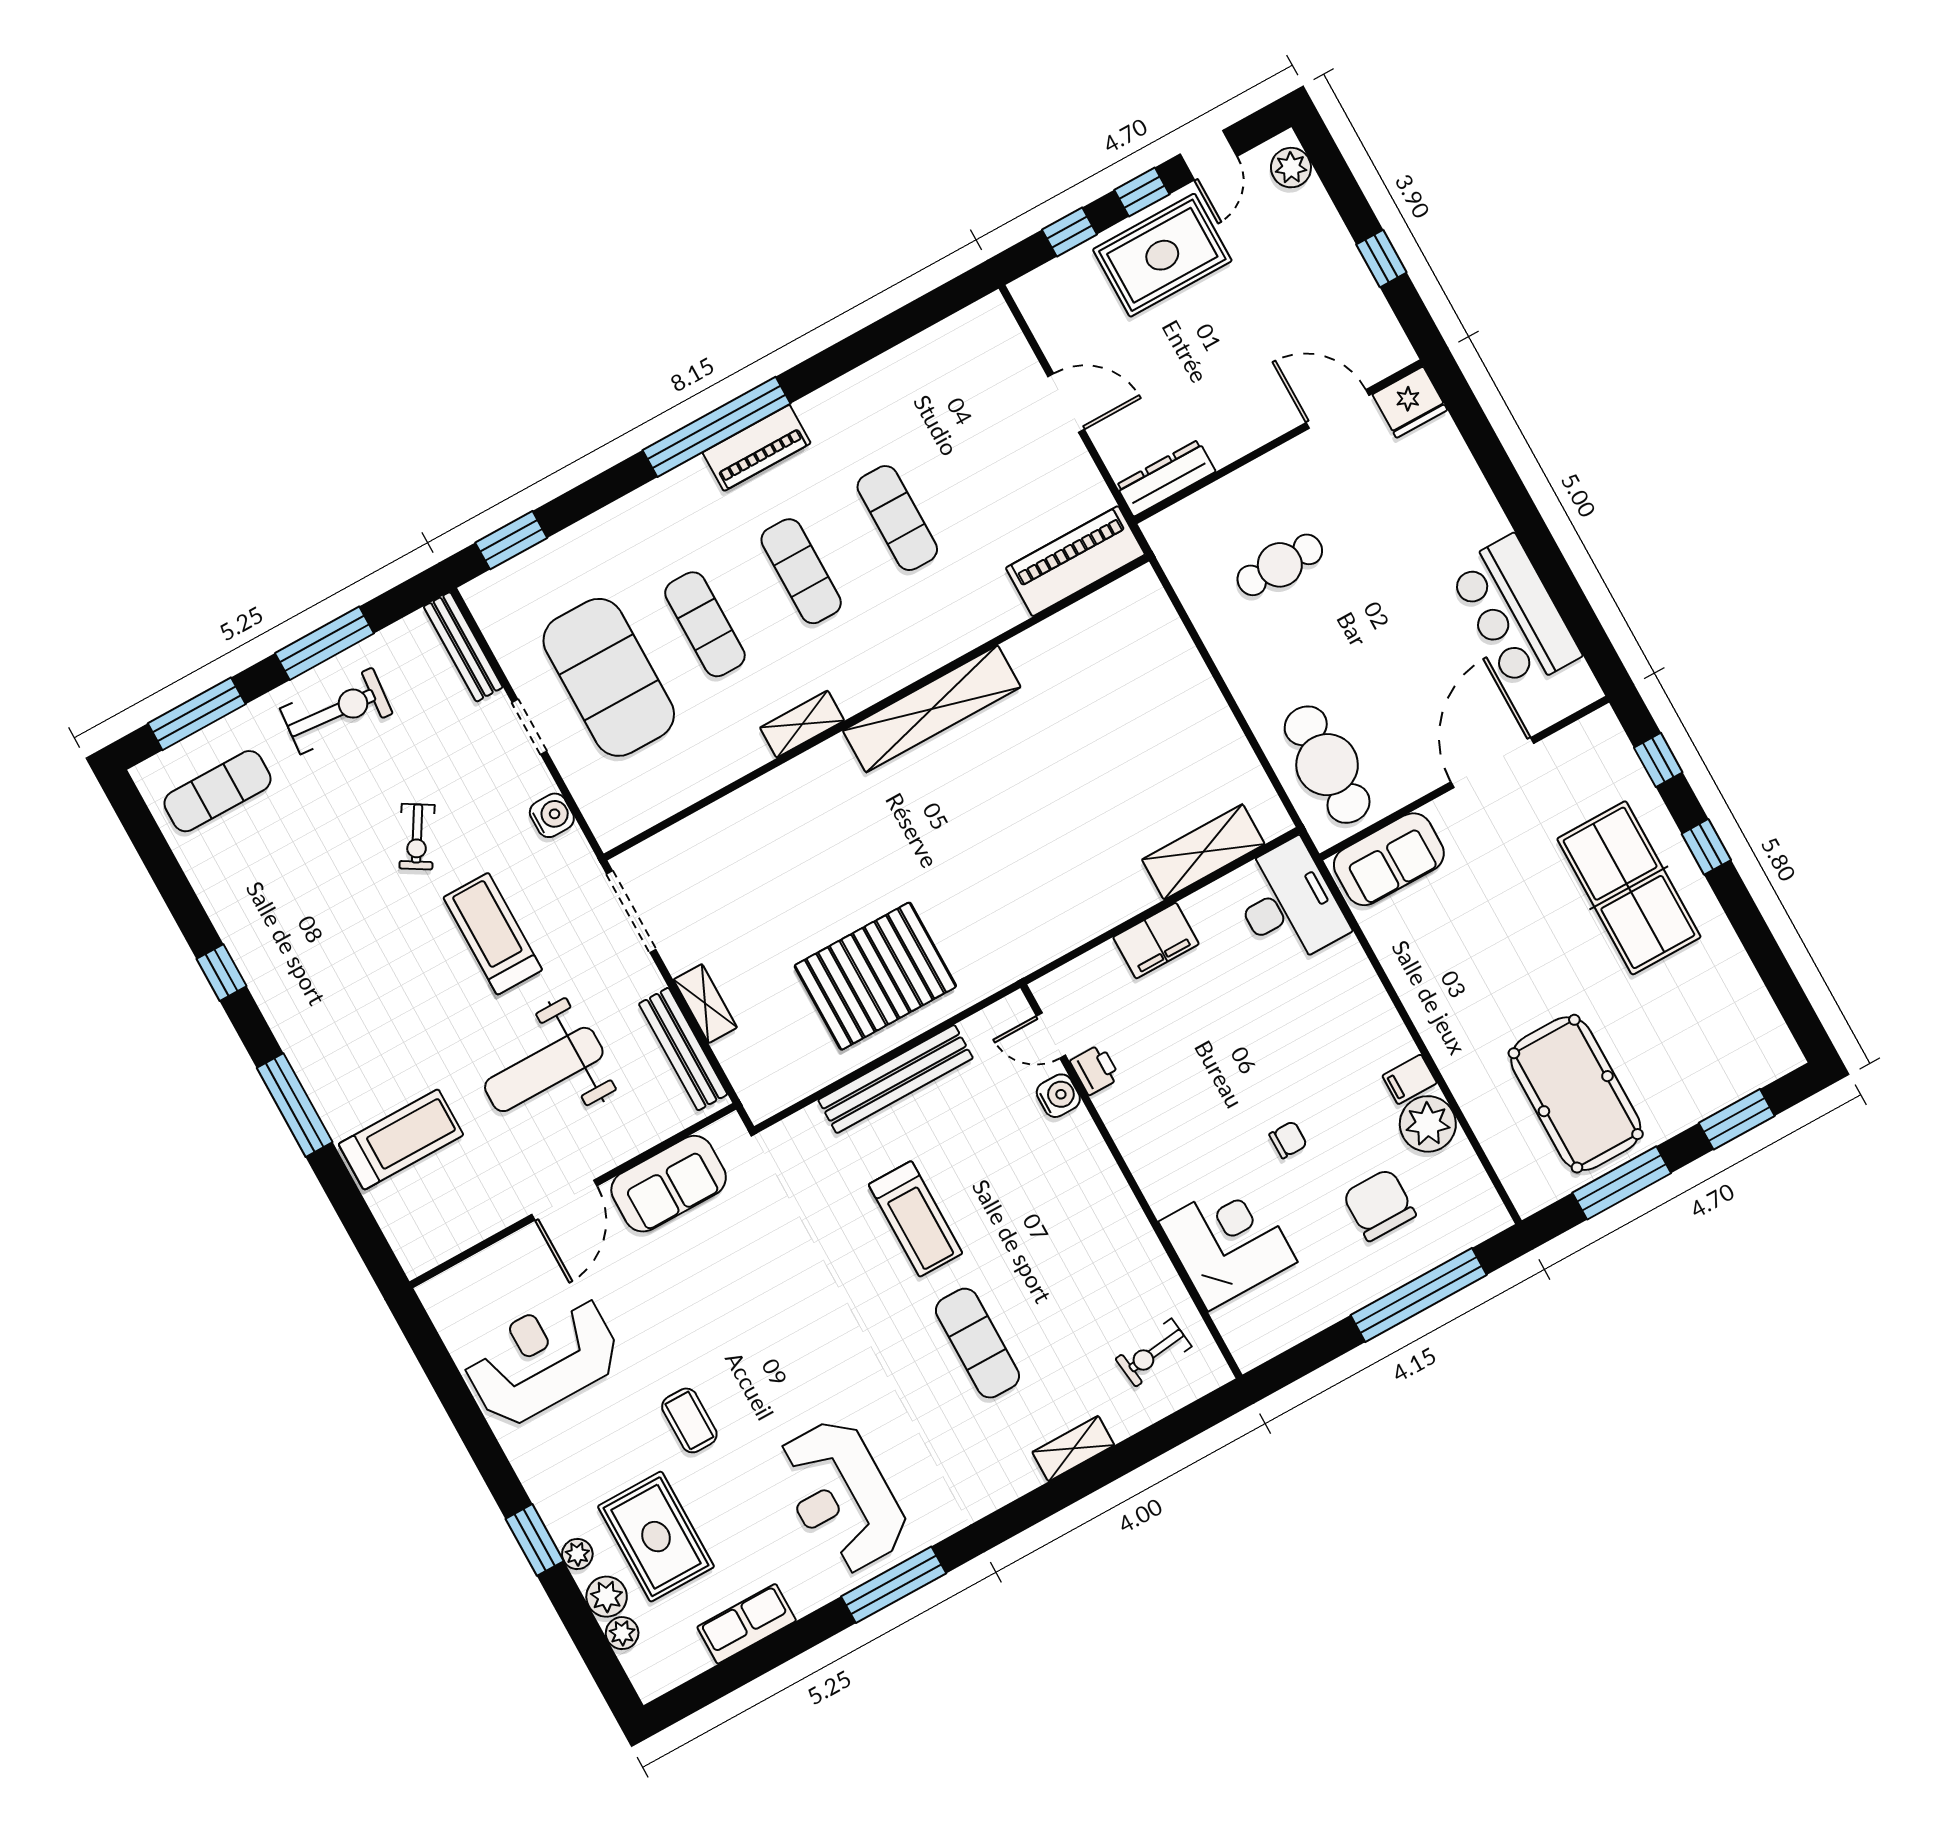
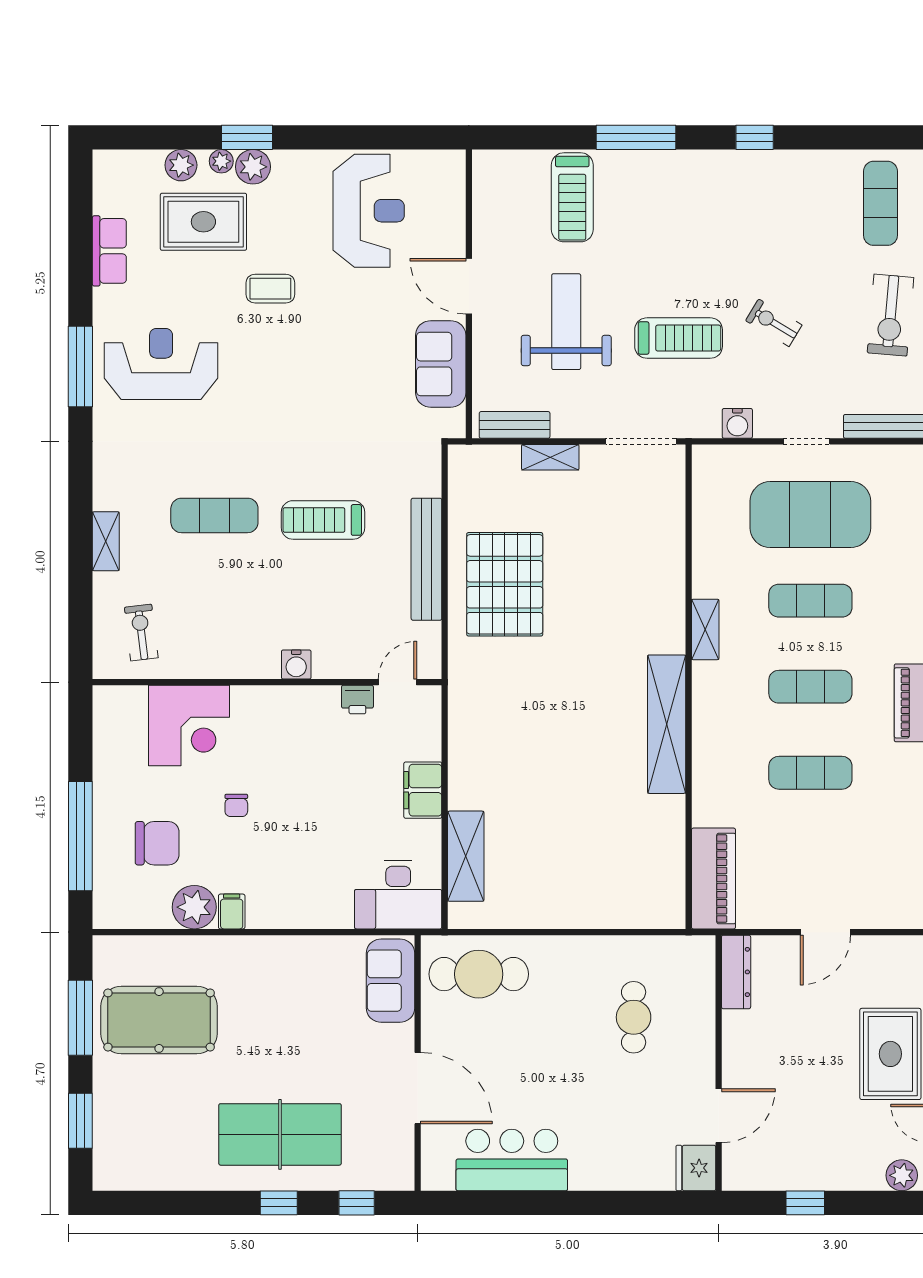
bench: (683, 1049) -> (515, 425), width x0.73
water cooler: (1058, 1096) -> (296, 664), moved
plant: (622, 1633) -> (253, 167), moved, width x1.38, depth x1.38

